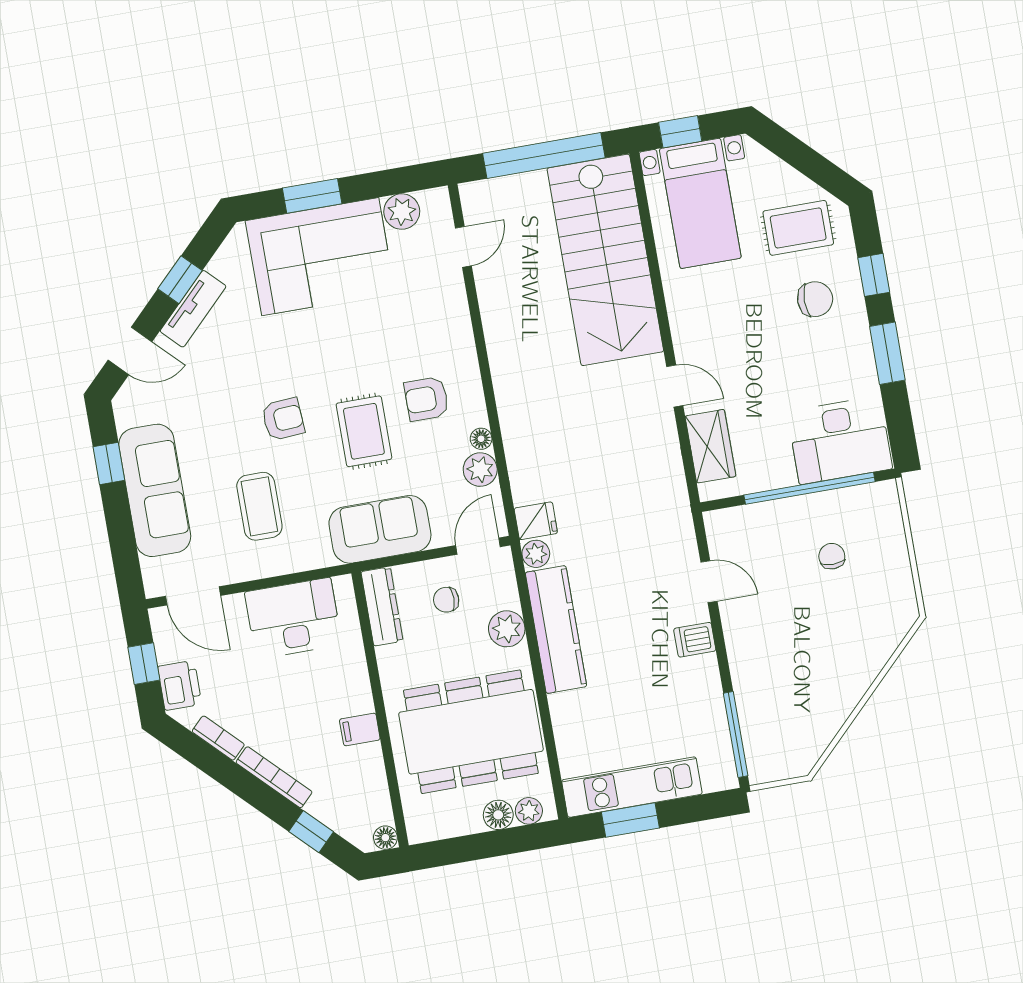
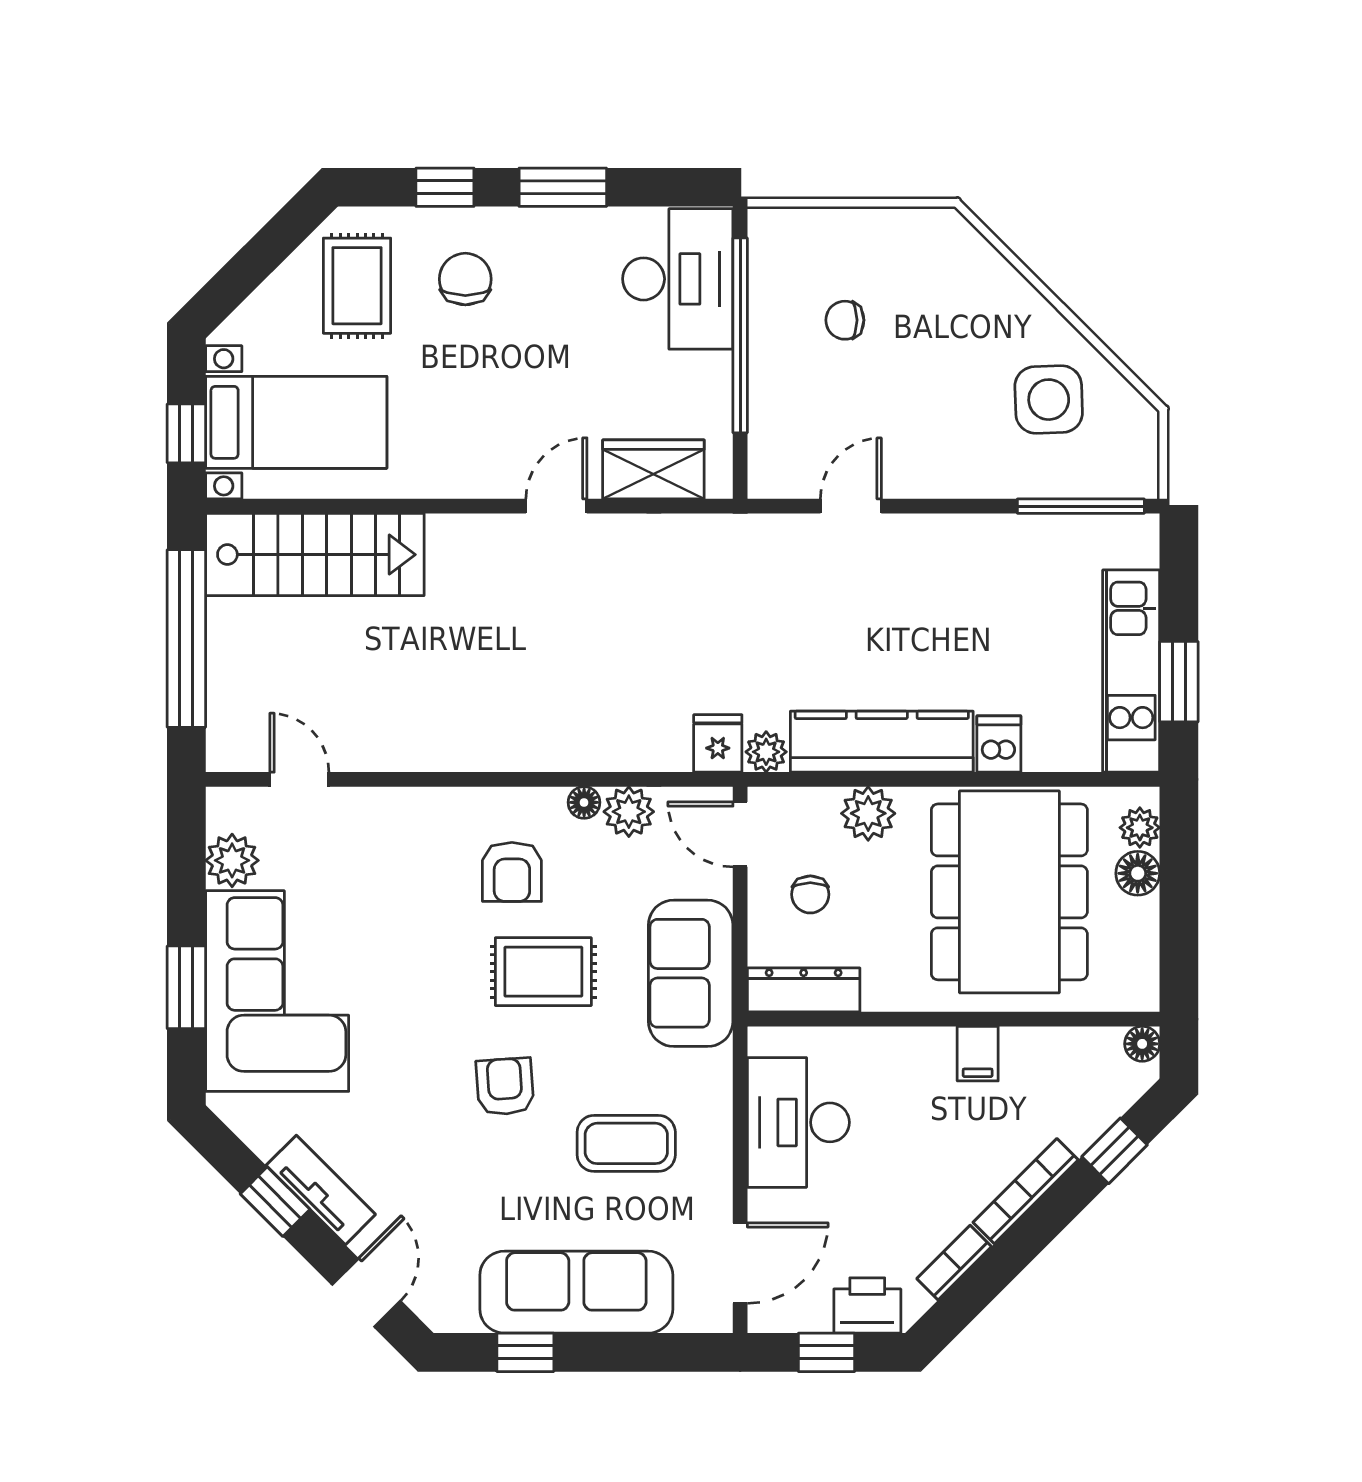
stairs: (605, 260) -> (315, 555), width x0.73, depth x0.66
dishwasher: (695, 640) -> (999, 744), moved, turned 180
side table: (803, 701) -> (1049, 400), added

